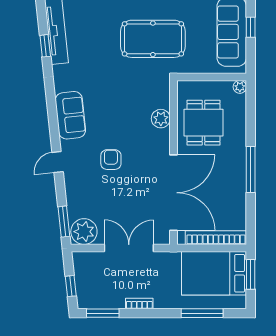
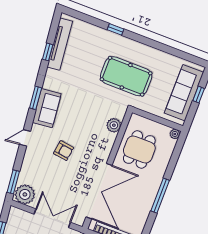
window: (52, 108) -> (36, 98), added
plant: (161, 119) -> (114, 125), moved
armchair: (111, 160) -> (64, 151), turned 98

